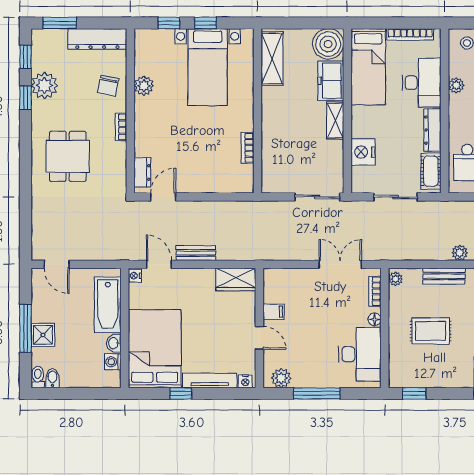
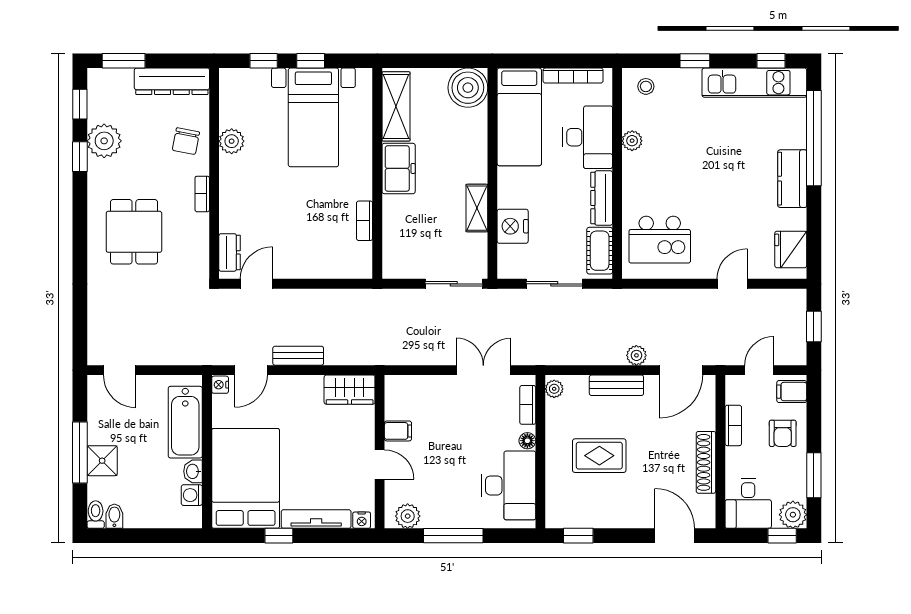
freezer: (331, 81) -> (399, 168), moved, turned 180
shelving: (335, 121) -> (477, 208), moved
door: (159, 264) -> (251, 370), swing flipped

